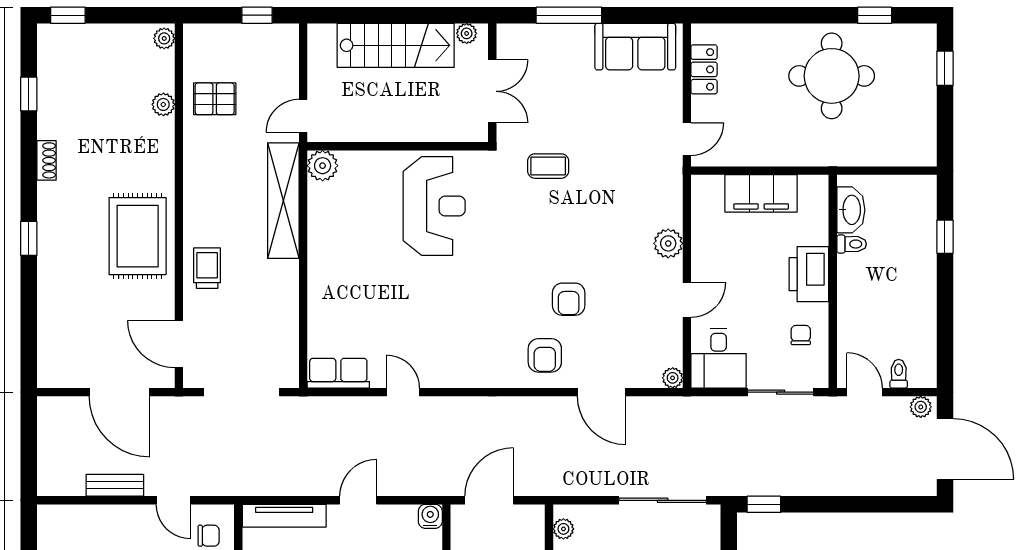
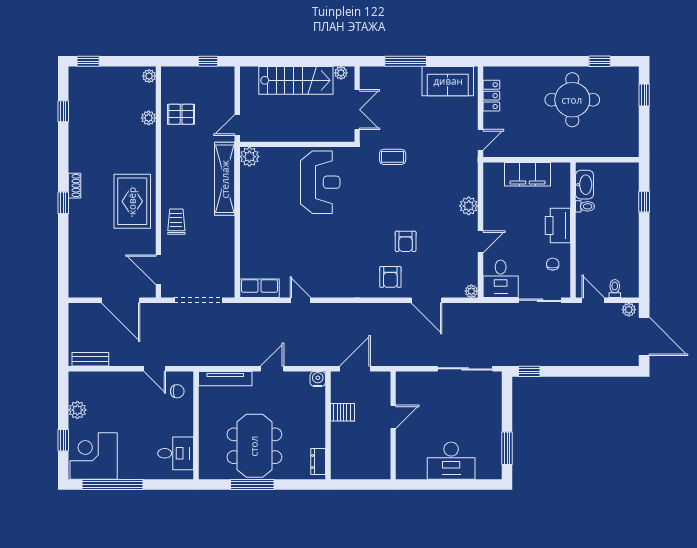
shoe rack: (47, 160) -> (75, 186), moved
bench: (115, 485) -> (90, 359), moved
plant: (563, 529) -> (402, 387), removed

